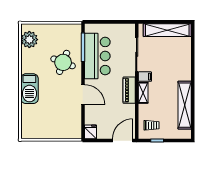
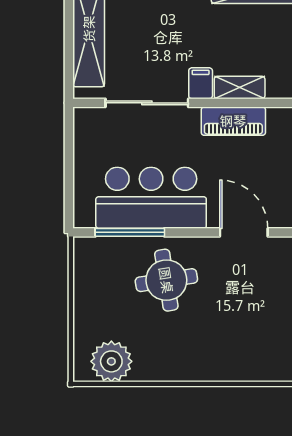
round table: (63, 62) -> (166, 280), turned -30
barbecue: (29, 89) -> (230, 361), removed
door: (83, 95) -> (244, 232), hinge flipped

